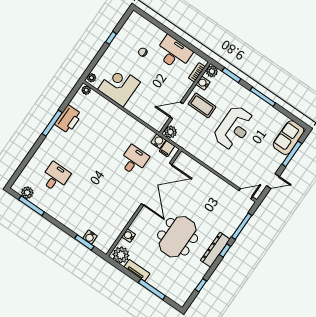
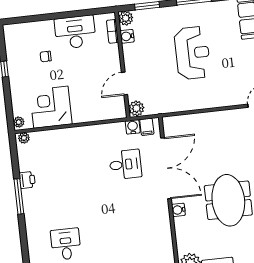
coffee table: (202, 105) -> (144, 58), removed
printer: (68, 119) -> (27, 180), width x0.53, depth x0.68
desk: (134, 160) -> (125, 164), turned 90
water cooler: (129, 236) -> (178, 210), moved

